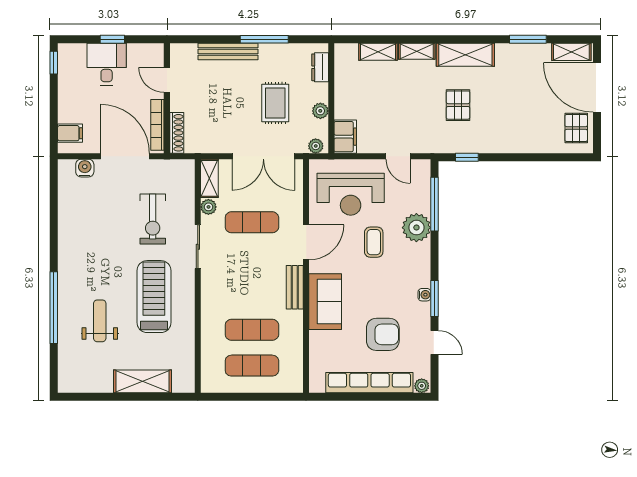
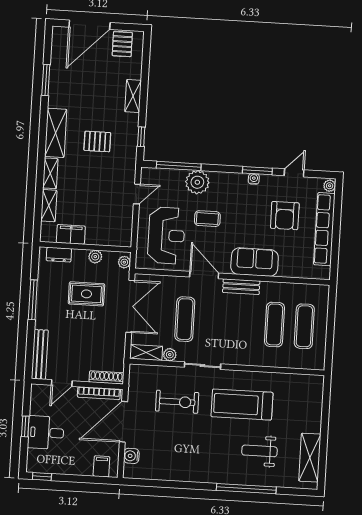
bench: (228, 51) -> (40, 354), moved
shelving: (571, 52) -> (133, 96), moved
pallet: (576, 128) -> (122, 44), turned 90
filing cabinet: (345, 137) -> (71, 234), moved
armchair: (383, 334) -> (285, 216), turned 180
shelving: (143, 381) -> (310, 458), moved

